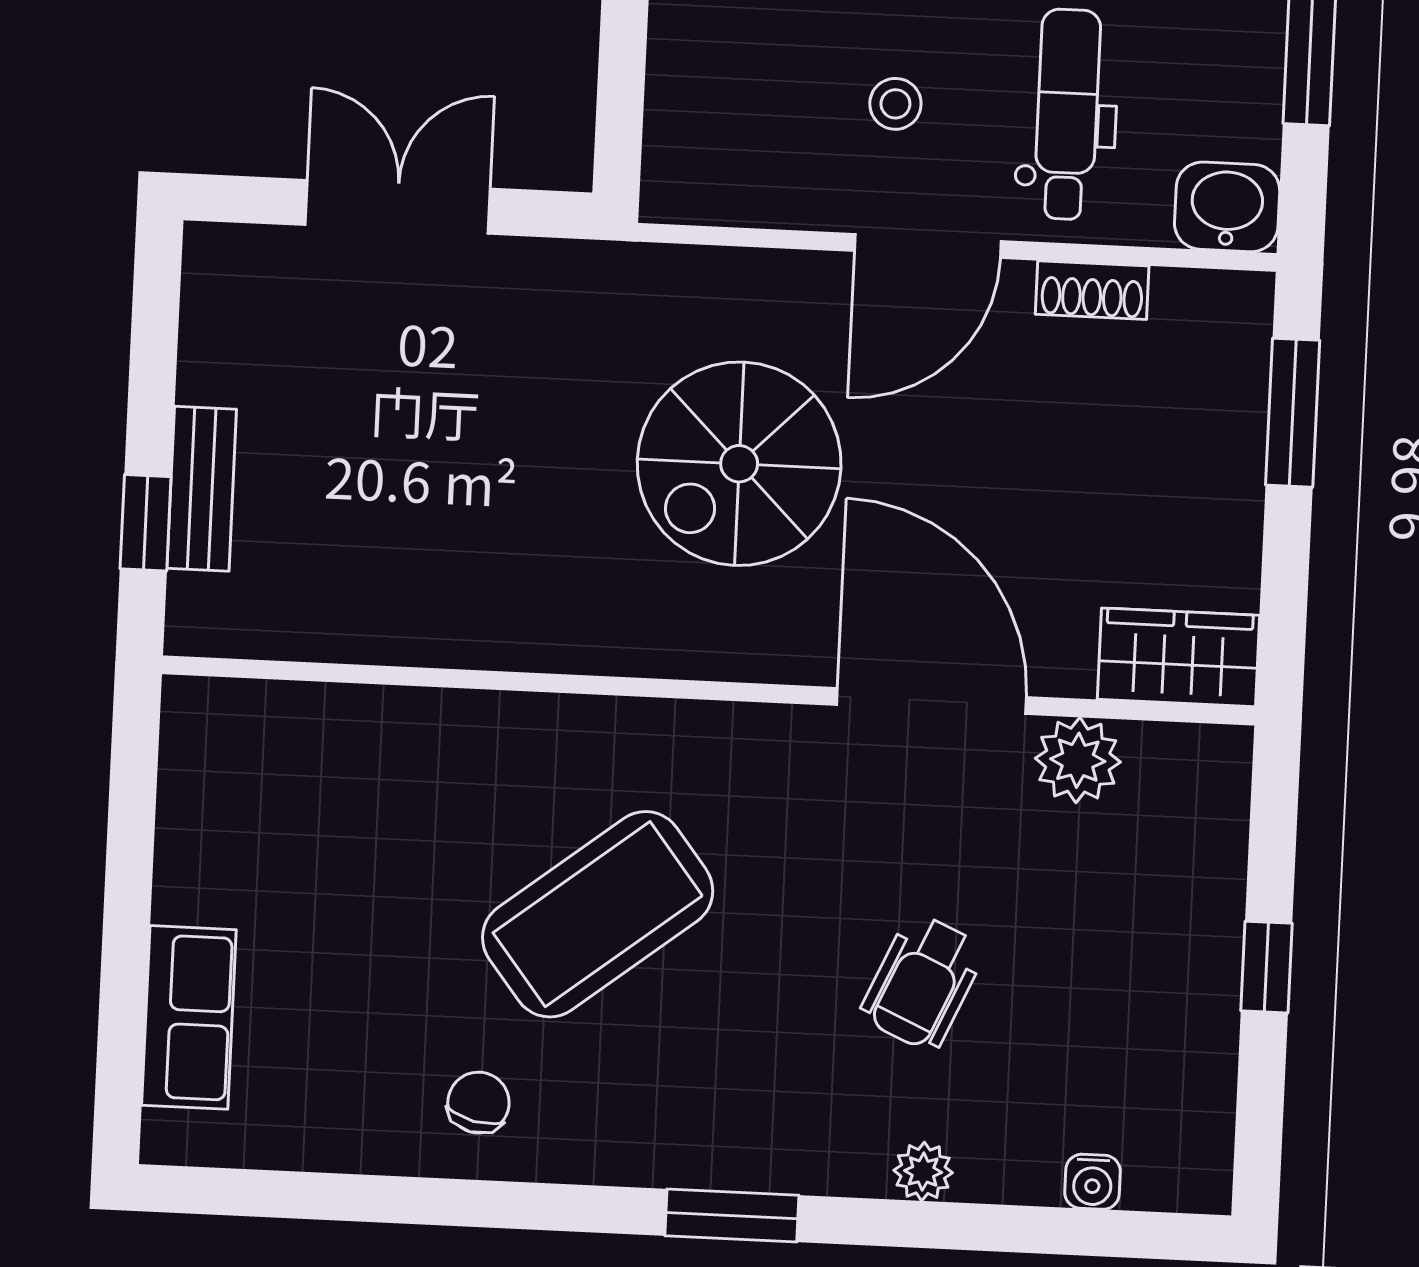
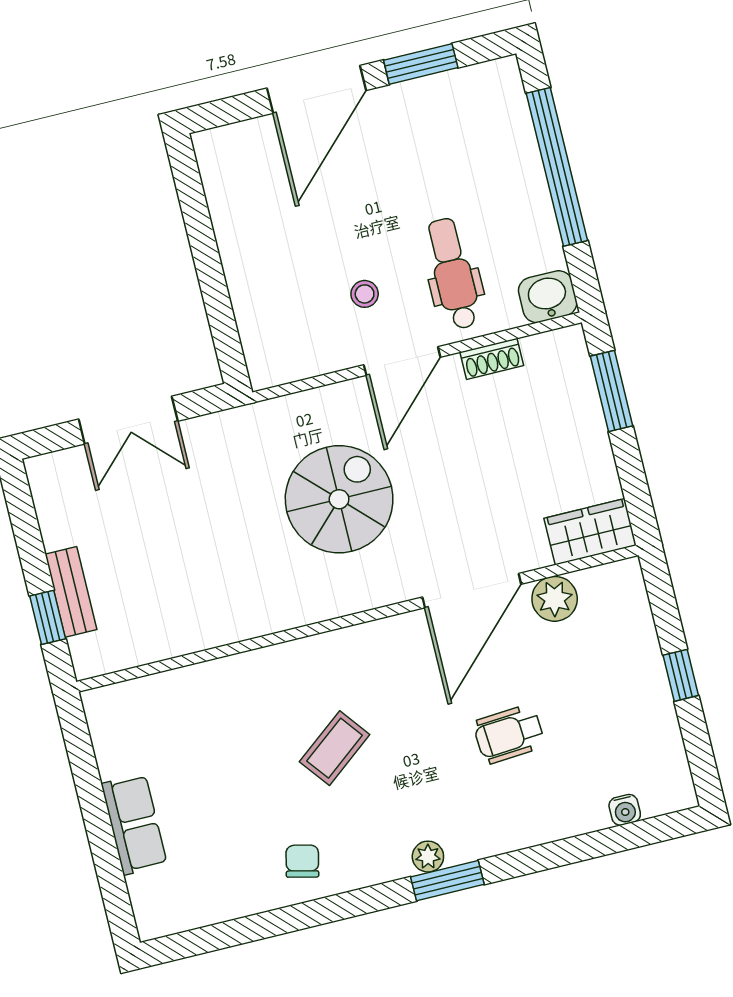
double door: (398, 207) -> (128, 420), swing flipped
spiral stairs: (739, 464) -> (339, 499), turned 180
door: (932, 701) -> (472, 591), swing flipped
coffee table: (598, 914) -> (335, 748), width x0.54, depth x0.58
wheelchair: (922, 982) -> (509, 734), turned 62
row of seats: (189, 1017) -> (134, 824), moved
plant: (923, 1172) -> (428, 857), moved

